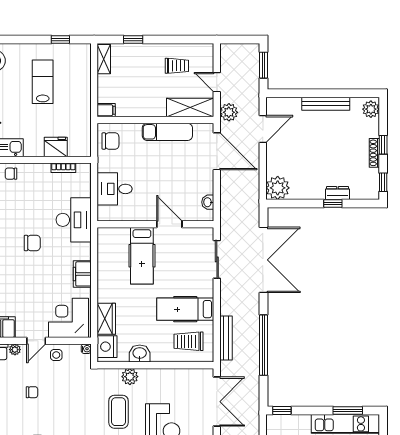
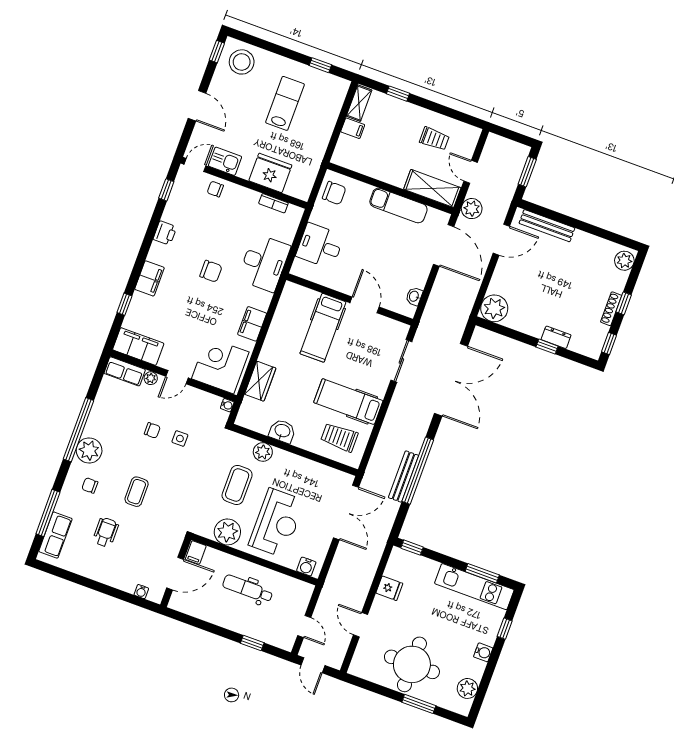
bench: (326, 104) -> (547, 226), moved
filing cabinet: (106, 110) -> (353, 128), moved
fridge: (56, 147) -> (270, 173), width x1.36, depth x1.34
bench: (226, 338) -> (404, 477), moved
nightstand: (107, 347) -> (250, 411), removed
side table: (56, 355) -> (180, 439), moved

